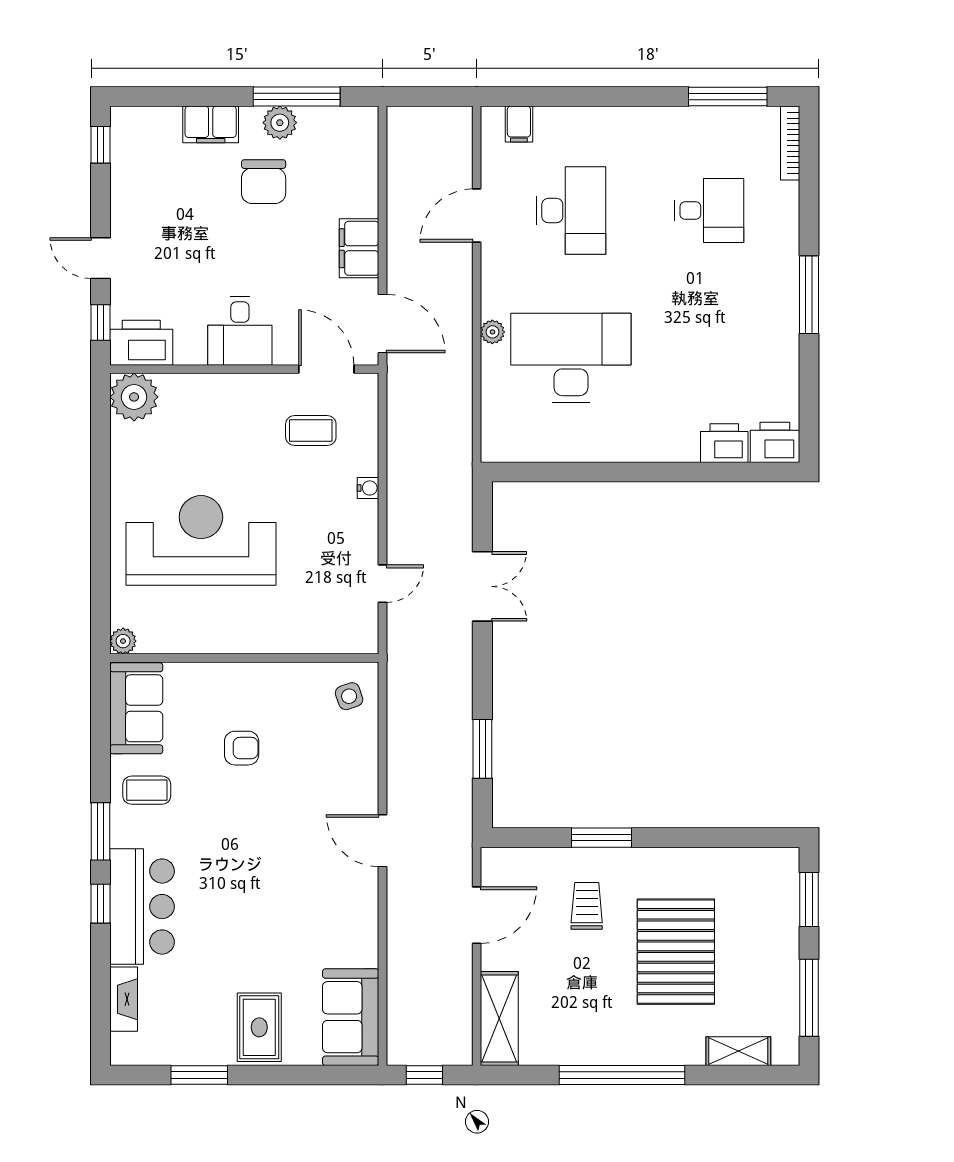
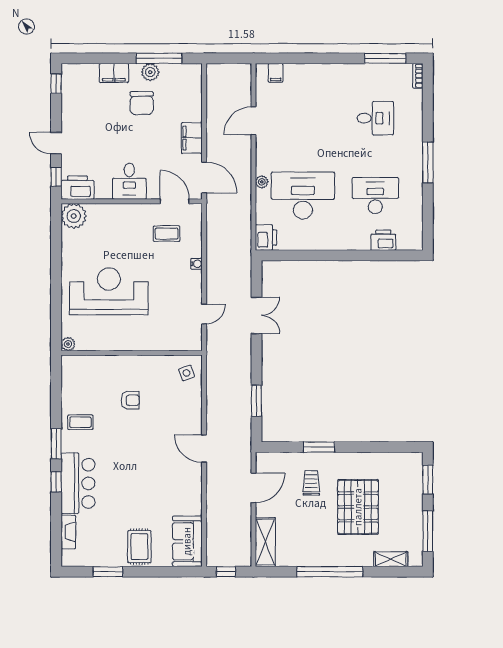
bookcase: (790, 143) -> (418, 76), width x0.64
desk: (571, 211) -> (375, 196), moved, turned -90
printer: (775, 442) -> (266, 238), moved, turned 90
sofa: (136, 708) -> (75, 379), removed

